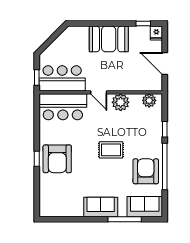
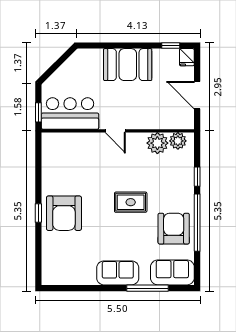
plant: (121, 102) -> (157, 143), moved
bar counter: (63, 107) -> (71, 149), removed

